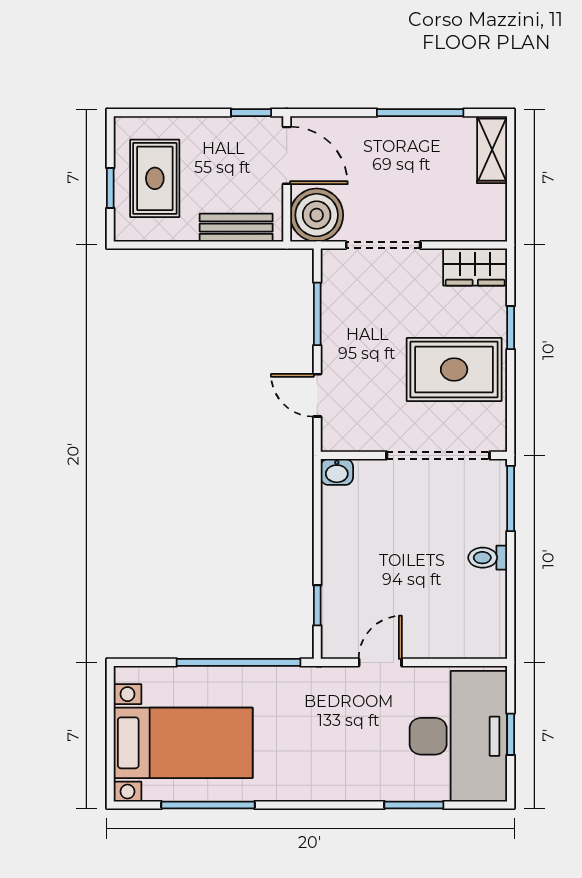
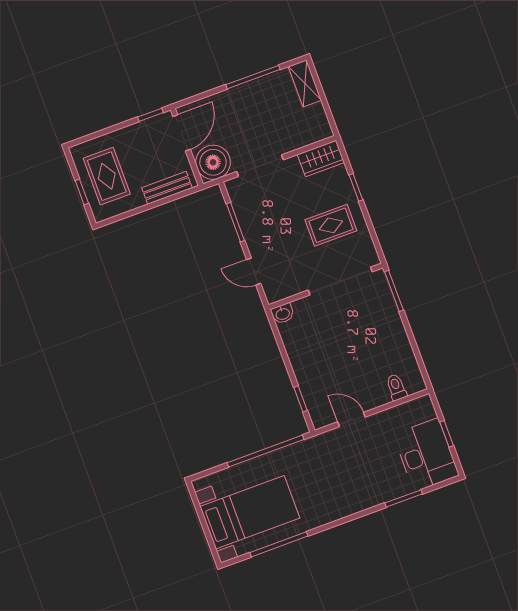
door: (287, 155) -> (182, 133), hinge flipped
rug: (454, 369) -> (331, 225), width x0.73, depth x0.70
toilet: (488, 558) -> (396, 387), moved, turned 90
door: (380, 662) -> (351, 419), hinge flipped
desk: (458, 736) -> (426, 455), width x0.73, depth x0.77

